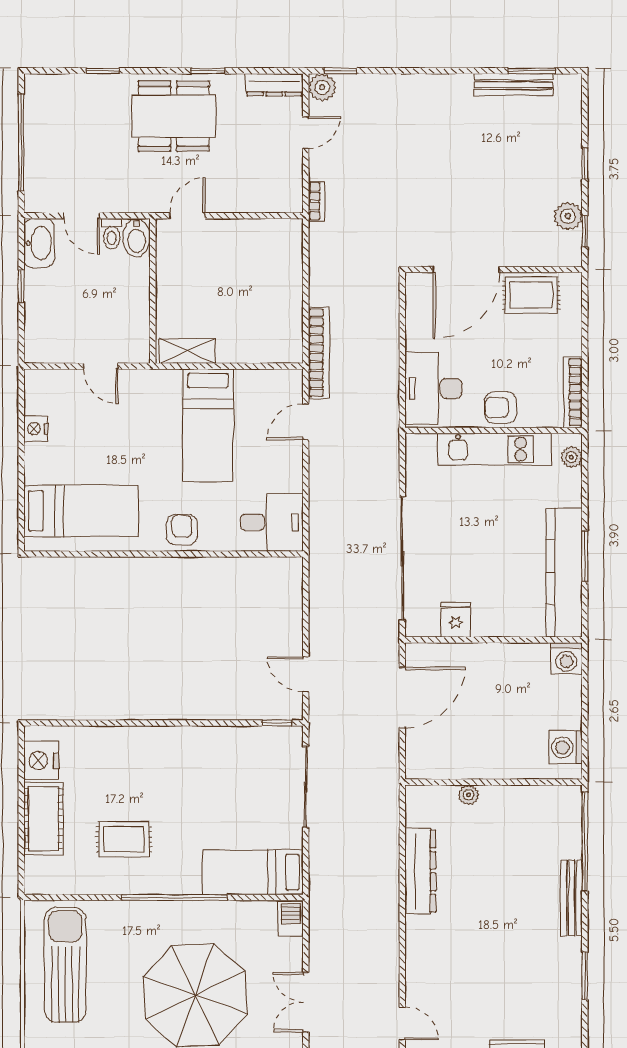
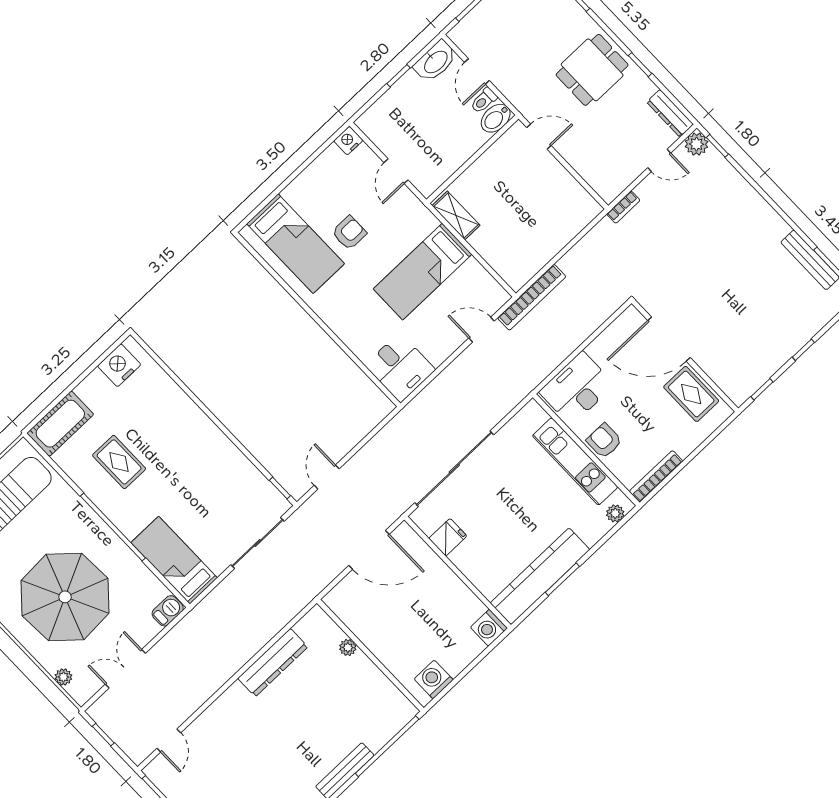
dining table: (174, 116) -> (592, 70), width x0.73
plant: (568, 216) -> (761, 370), removed
nightstand: (36, 429) -> (348, 141), moved
armchair: (182, 530) -> (349, 233), moved
cot: (43, 819) -> (60, 424), moved

